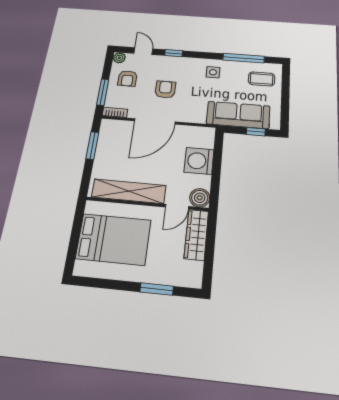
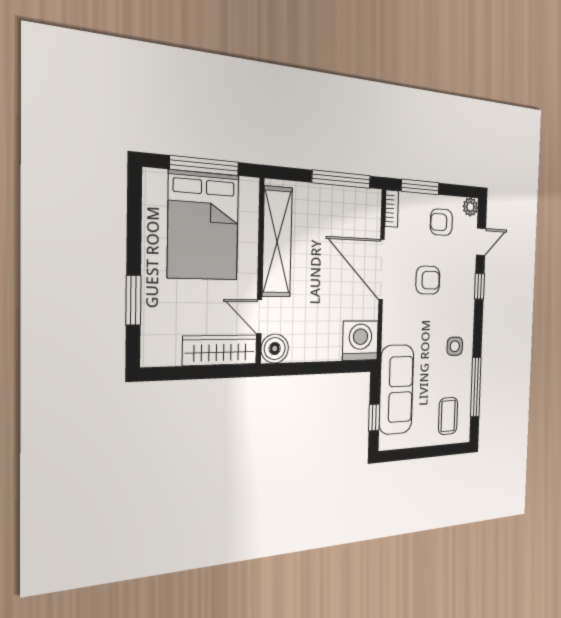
window: (92, 145) -> (341, 179), width x1.44
washing machine: (199, 161) -> (360, 341), moved
window: (75, 235) -> (205, 166), added

